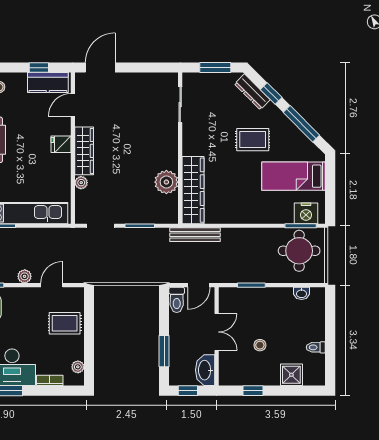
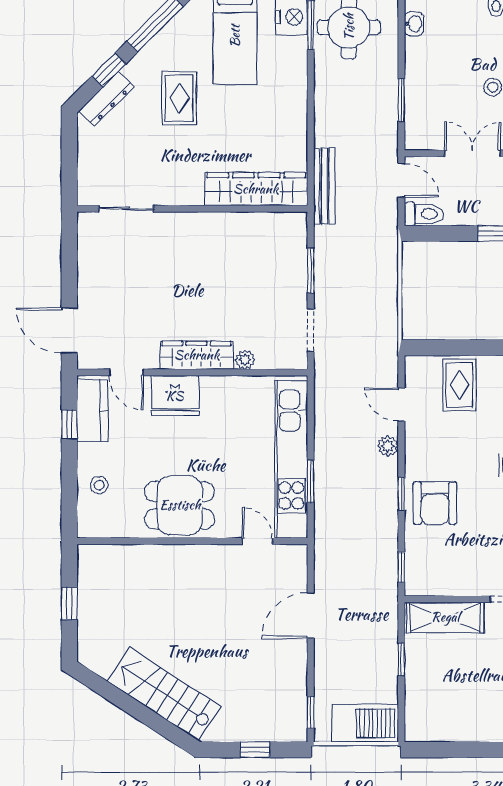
window: (215, 68) -> (69, 155), removed
fridge: (61, 144) -> (175, 396), width x1.88, depth x1.34
plant: (166, 182) -> (244, 230), removed

